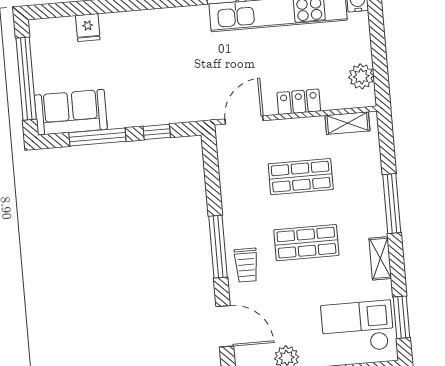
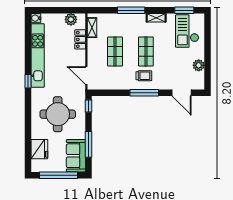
fridge: (88, 28) -> (39, 149), width x1.88, depth x1.34
round table: (156, 66) -> (58, 114), added
locker: (299, 102) -> (80, 39), moved
window: (157, 132) -> (88, 106), moved
trolley: (246, 265) -> (144, 76), moved
door: (225, 326) -> (181, 93), swing flipped

